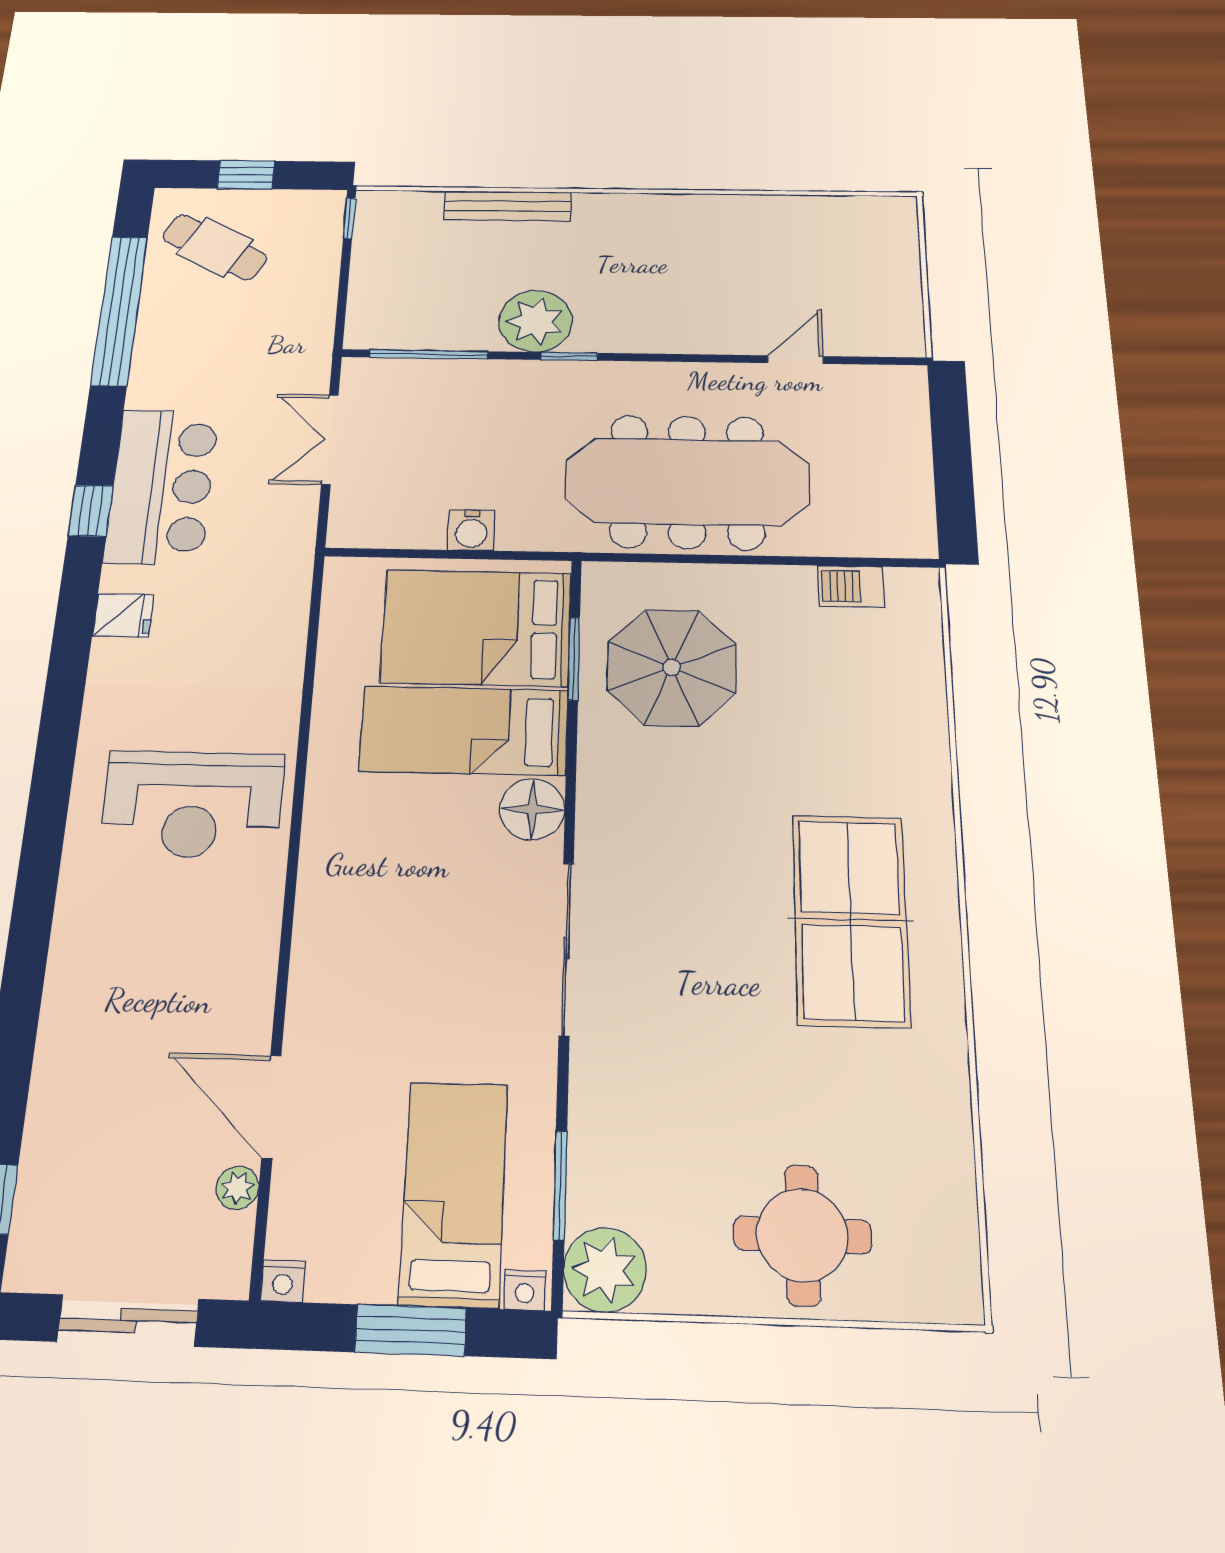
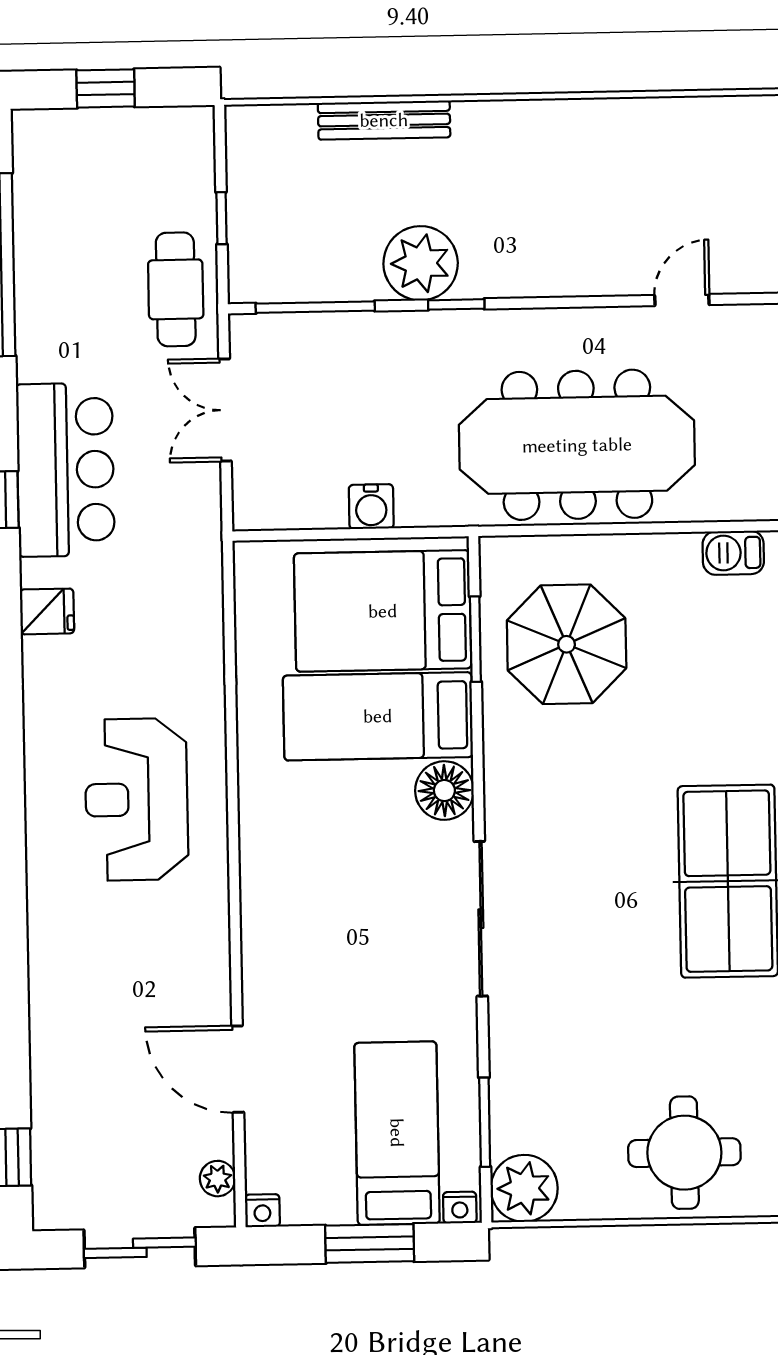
window: (349, 218) -> (221, 218), moved
cafe table: (215, 247) -> (176, 289), moved, turned 61
reception desk: (192, 804) -> (136, 799), turned 90
plant: (238, 1188) -> (218, 1179), moved

